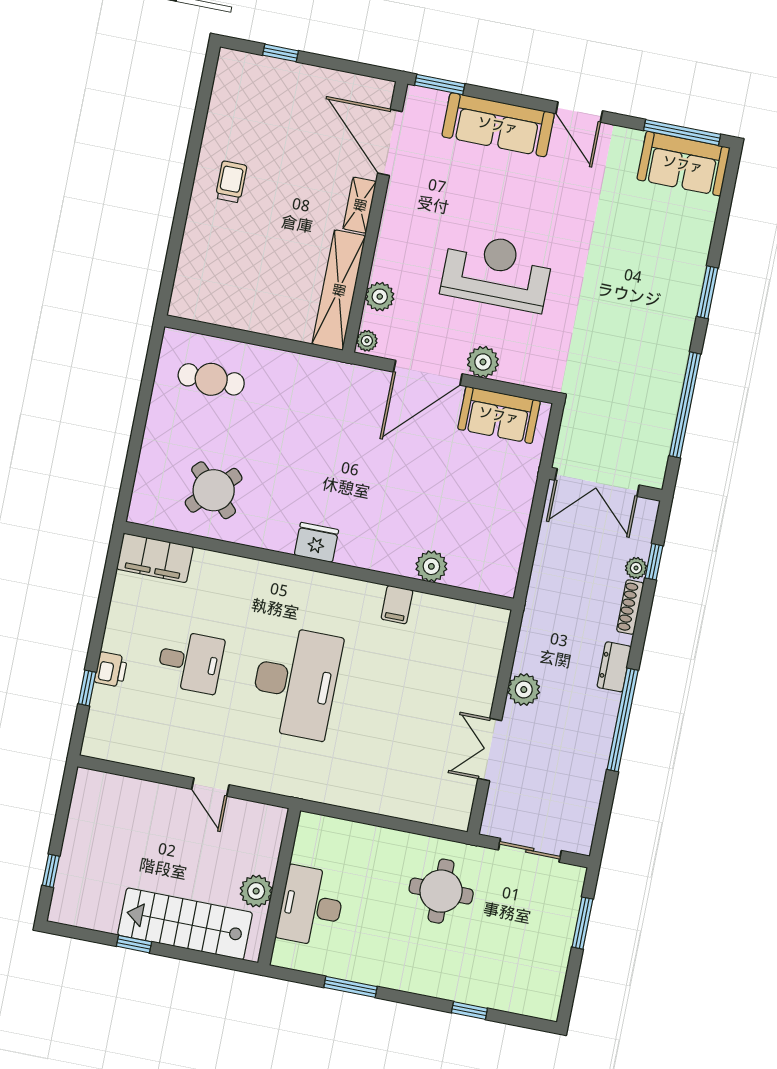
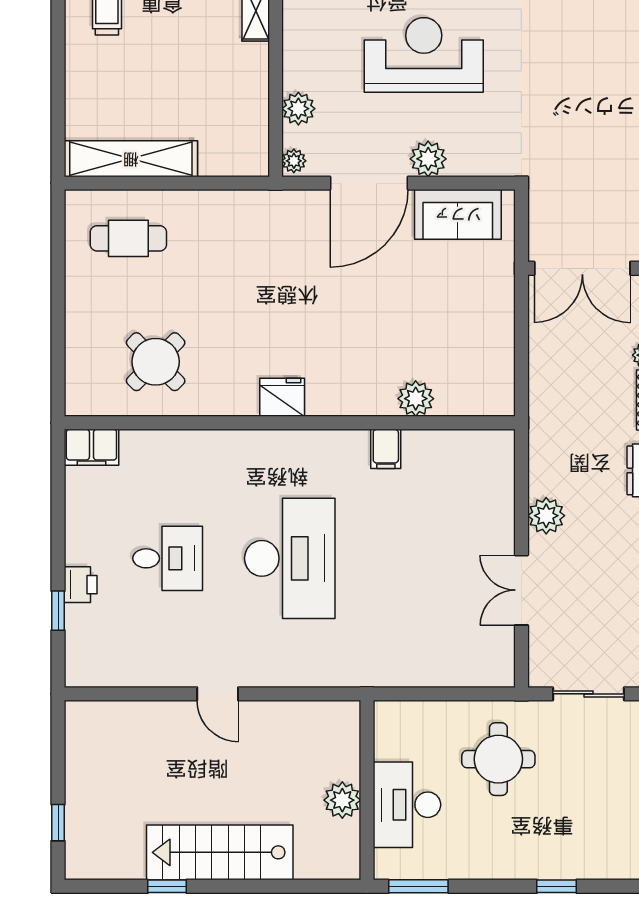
shelving: (339, 290) -> (131, 159), moved, turned 90
filing cabinet: (155, 558) -> (91, 447), width x0.67, depth x0.86
wall: (279, 887) -> (367, 790), moved
plant: (256, 891) -> (342, 800), moved
desk: (311, 906) -> (407, 805), moved

